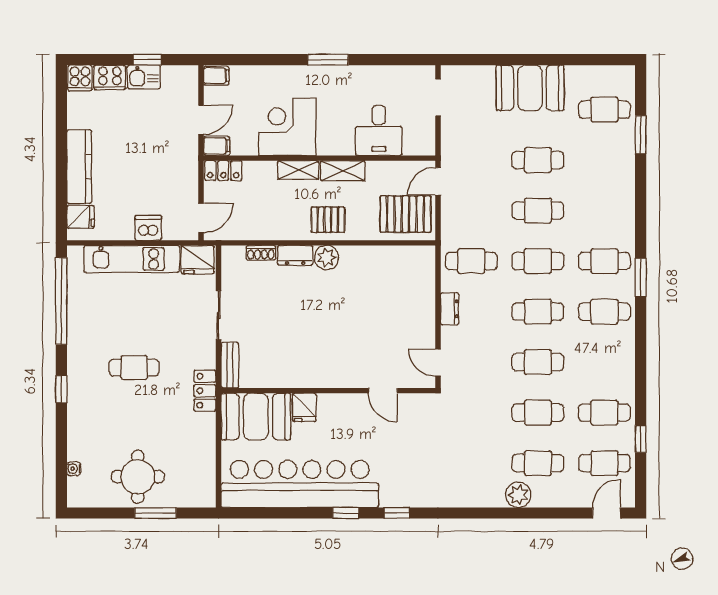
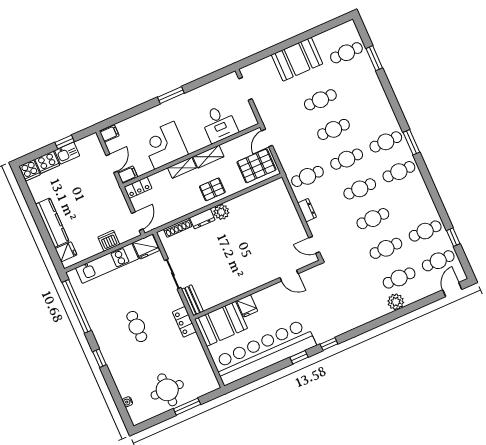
shoe rack: (261, 253) -> (178, 228), width x1.43
cafe table: (134, 367) -> (137, 327), turned 90

